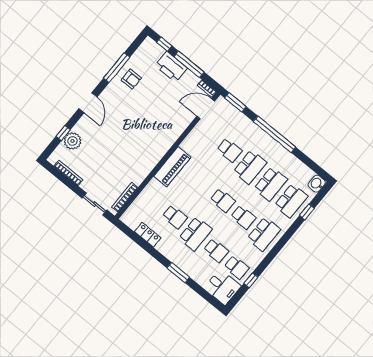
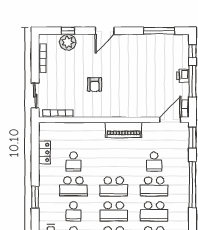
printer: (171, 67) -> (183, 76), width x0.53, depth x0.68
window: (117, 68) -> (159, 31), moved
armchair: (131, 79) -> (95, 84), moved
door: (206, 109) -> (170, 120), hinge flipped
piano: (172, 167) -> (123, 130), moved
school desk: (223, 200) -> (114, 186), width x1.85
school desk: (243, 217) -> (114, 211), width x1.85

